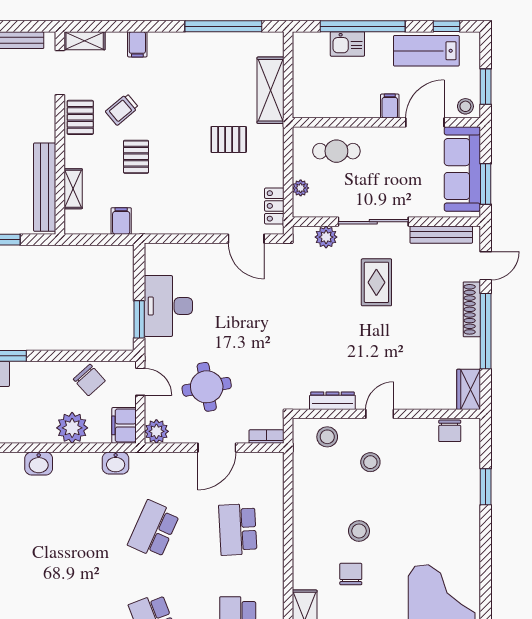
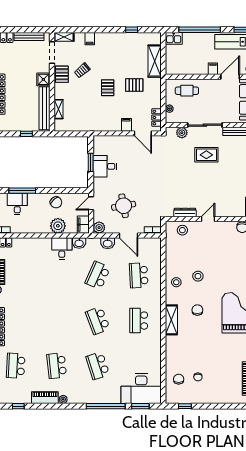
window: (223, 26) -> (132, 30), width x0.32
kitchen sink: (347, 44) -> (174, 38), moved
shower: (42, 128) -> (43, 79), added
pallet: (136, 157) -> (108, 88), moved
filing cabinet: (121, 221) -> (126, 125), moved
rug: (376, 282) -> (206, 155), turned 90
desk: (168, 306) -> (105, 166), width x0.73
window: (139, 319) -> (91, 162), moved
chair: (89, 380) -> (56, 202), moved
door: (140, 382) -> (91, 203), swing flipped
door: (217, 448) -> (129, 235), hinge flipped
stool: (370, 462) -> (176, 282), moved
washbasin: (39, 464) -> (108, 243), moved
desk: (80, 474) -> (62, 248), added
chair: (351, 574) -> (197, 310), moved

